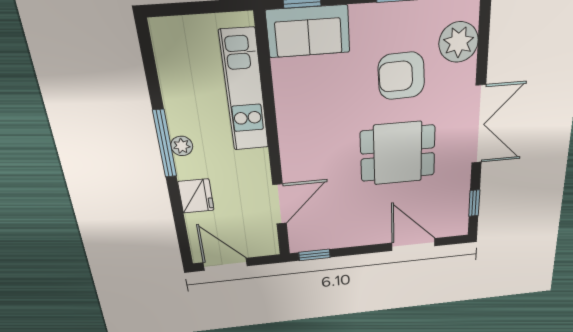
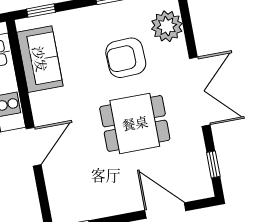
sofa: (308, 31) -> (40, 59), moved, turned -90
door: (280, 204) -> (34, 147), moved

